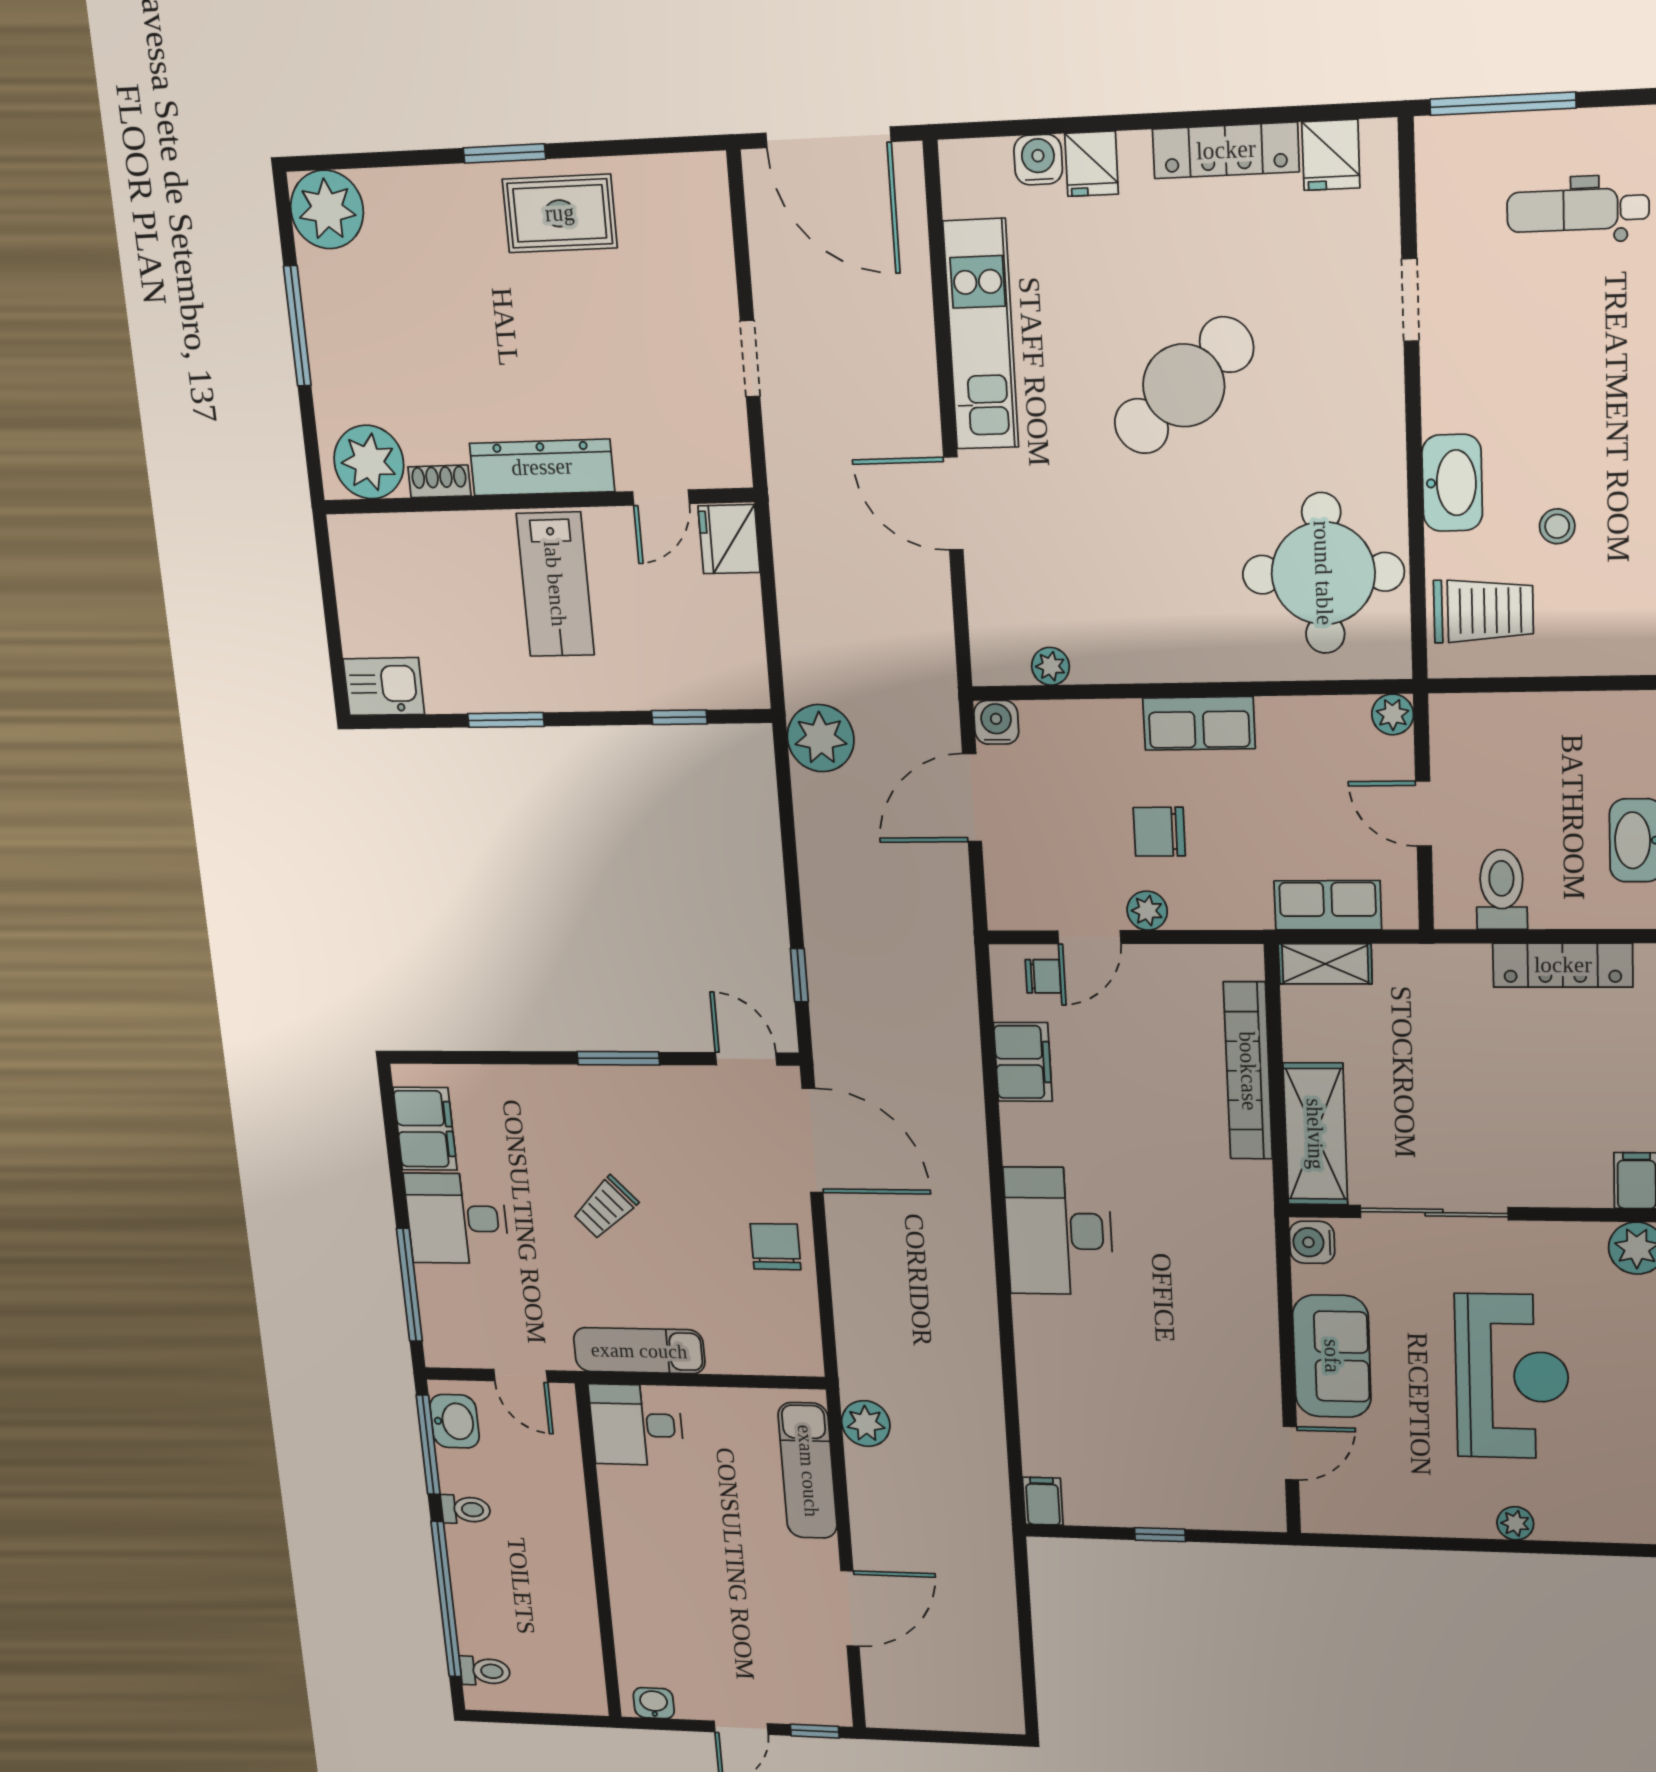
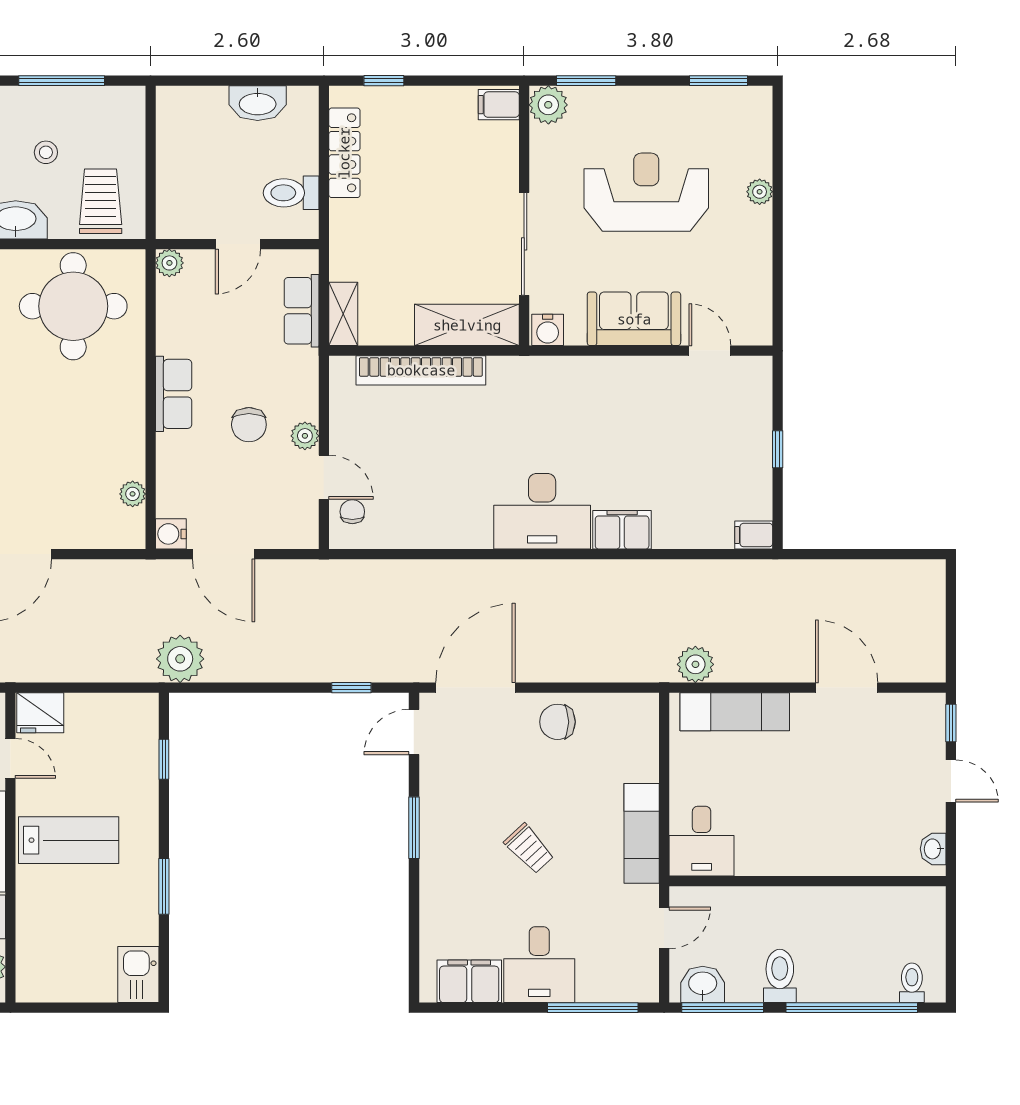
filing cabinet: (1023, 1062) -> (622, 530), moved
toilet: (466, 1509) -> (780, 976), width x1.37, depth x1.39

